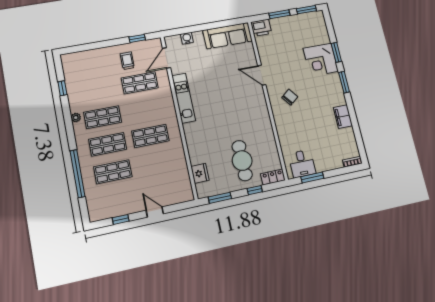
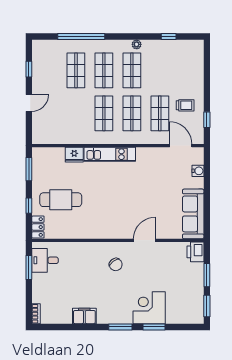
kitchen unit: (184, 98) -> (110, 154), moved
shop shelf: (145, 109) -> (132, 113), added
fridge: (200, 173) -> (74, 155), moved

